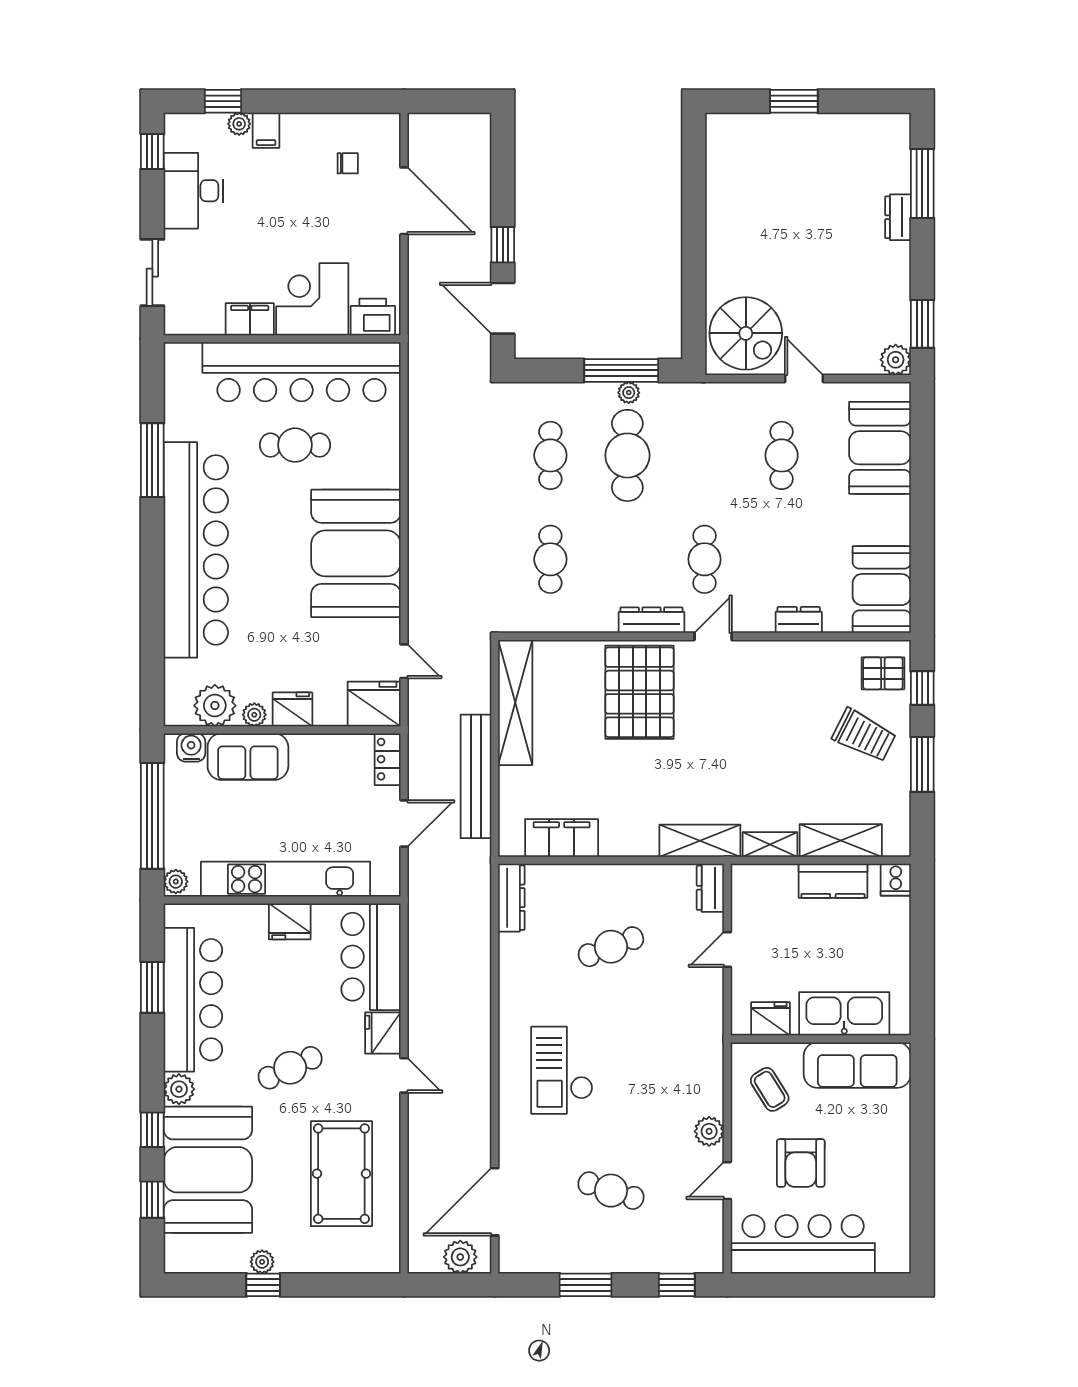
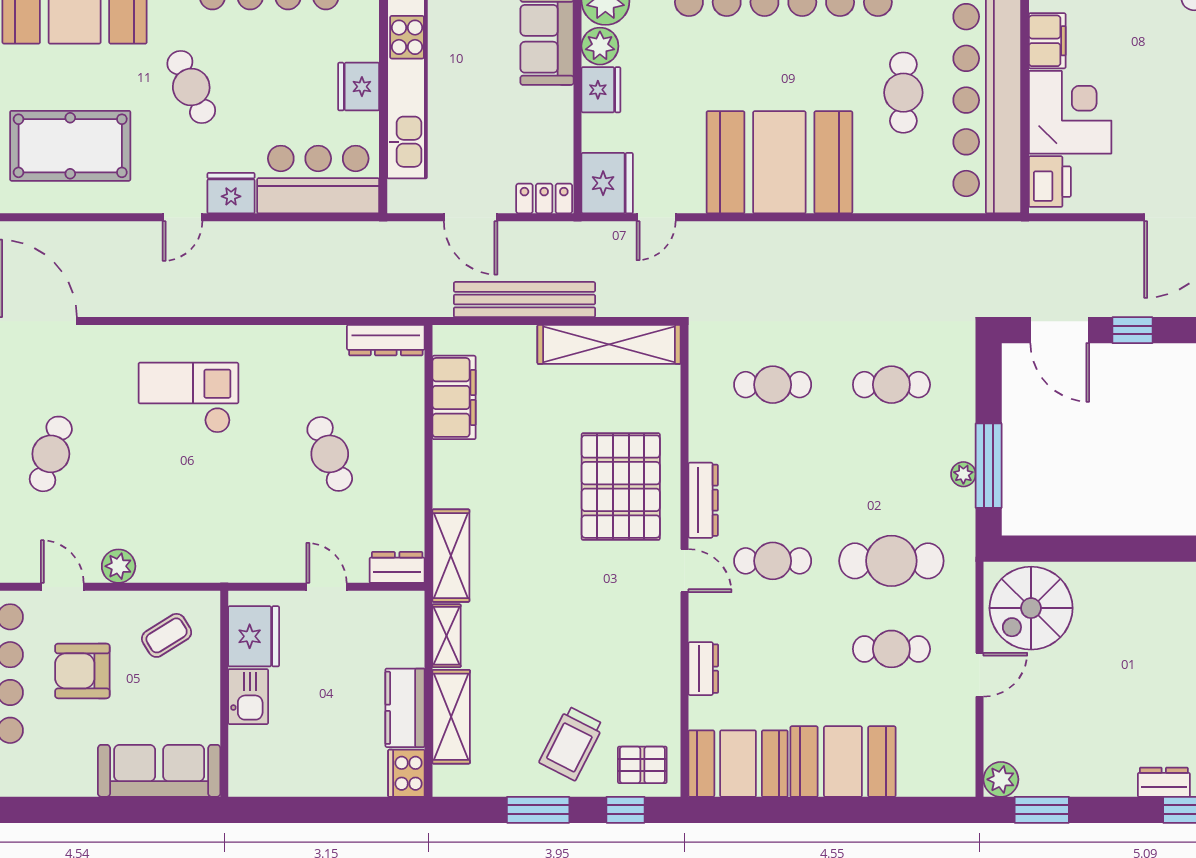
door: (503, 308) -> (1060, 330), swing flipped
booth: (880, 448) -> (843, 762), moved
cafe table: (627, 455) -> (891, 561), moved
pallet: (883, 673) -> (642, 765), turned 90
pallet: (639, 692) -> (621, 487), turned 90
plant: (254, 715) -> (600, 46), width x1.38, depth x1.38
cooker: (896, 880) -> (406, 773), width x1.36
kitchen sink: (844, 1014) -> (248, 697), width x0.53, depth x0.81
fridge: (770, 1019) -> (254, 636), width x1.36, depth x1.34
sofa: (857, 1065) -> (159, 771), moved, turned 90

